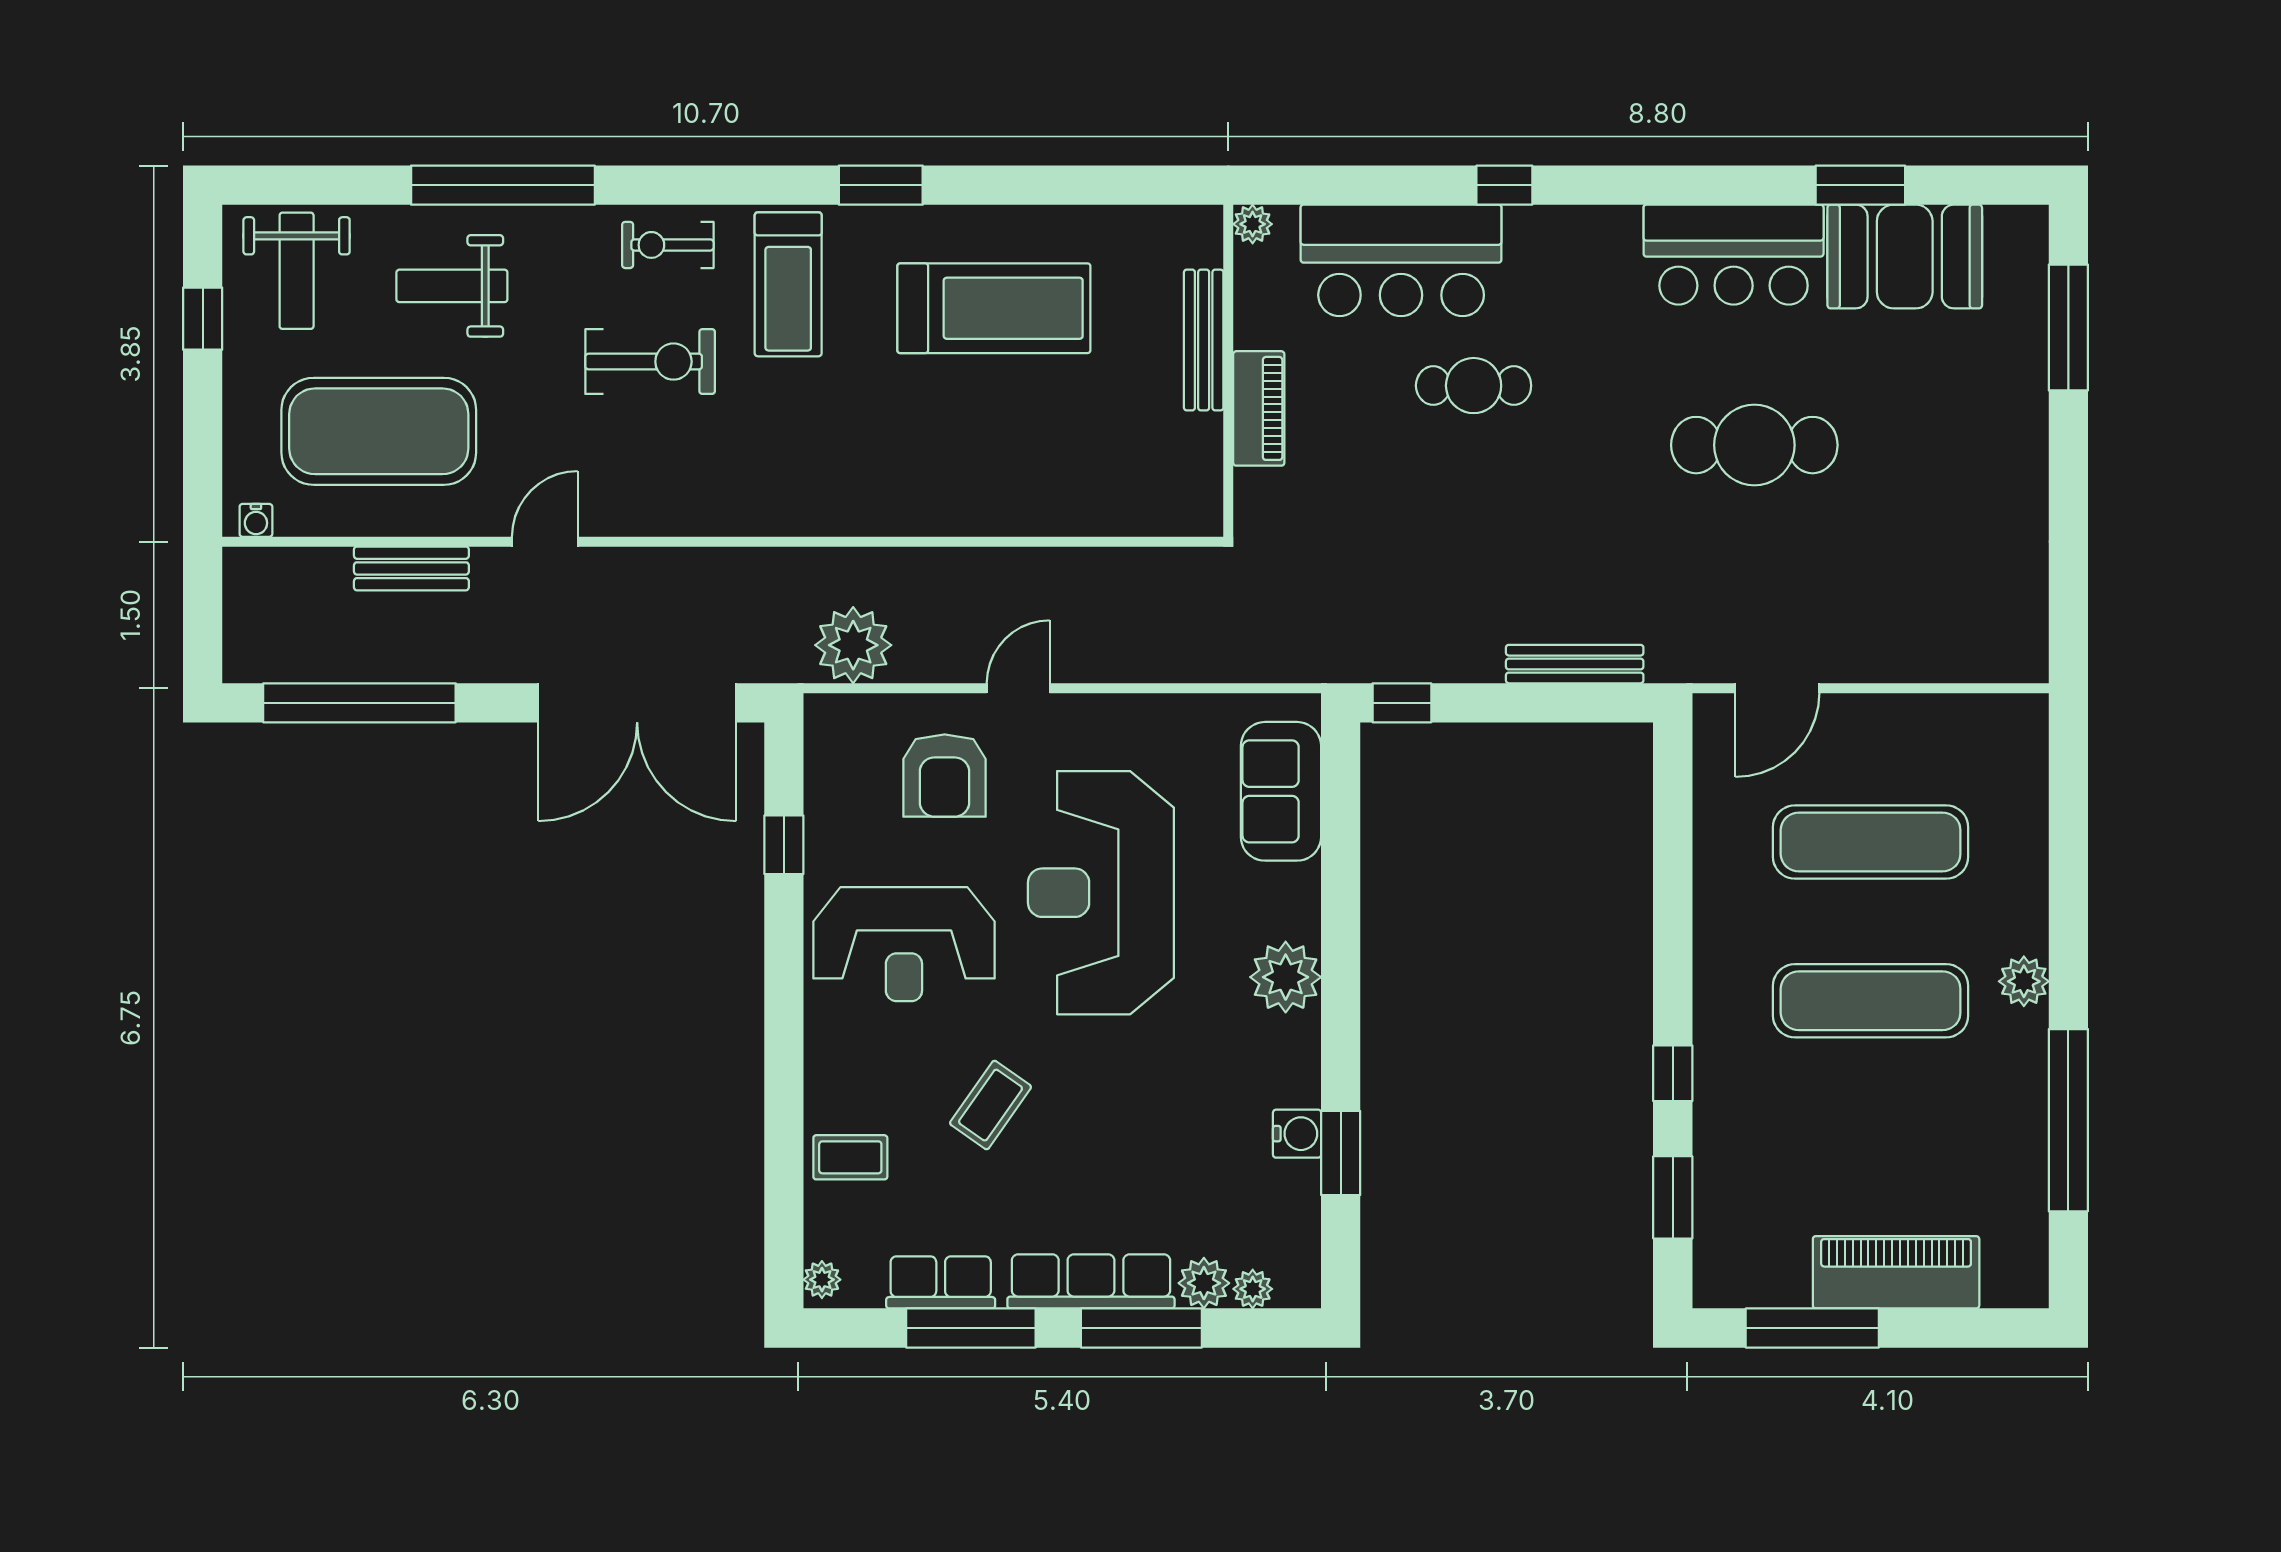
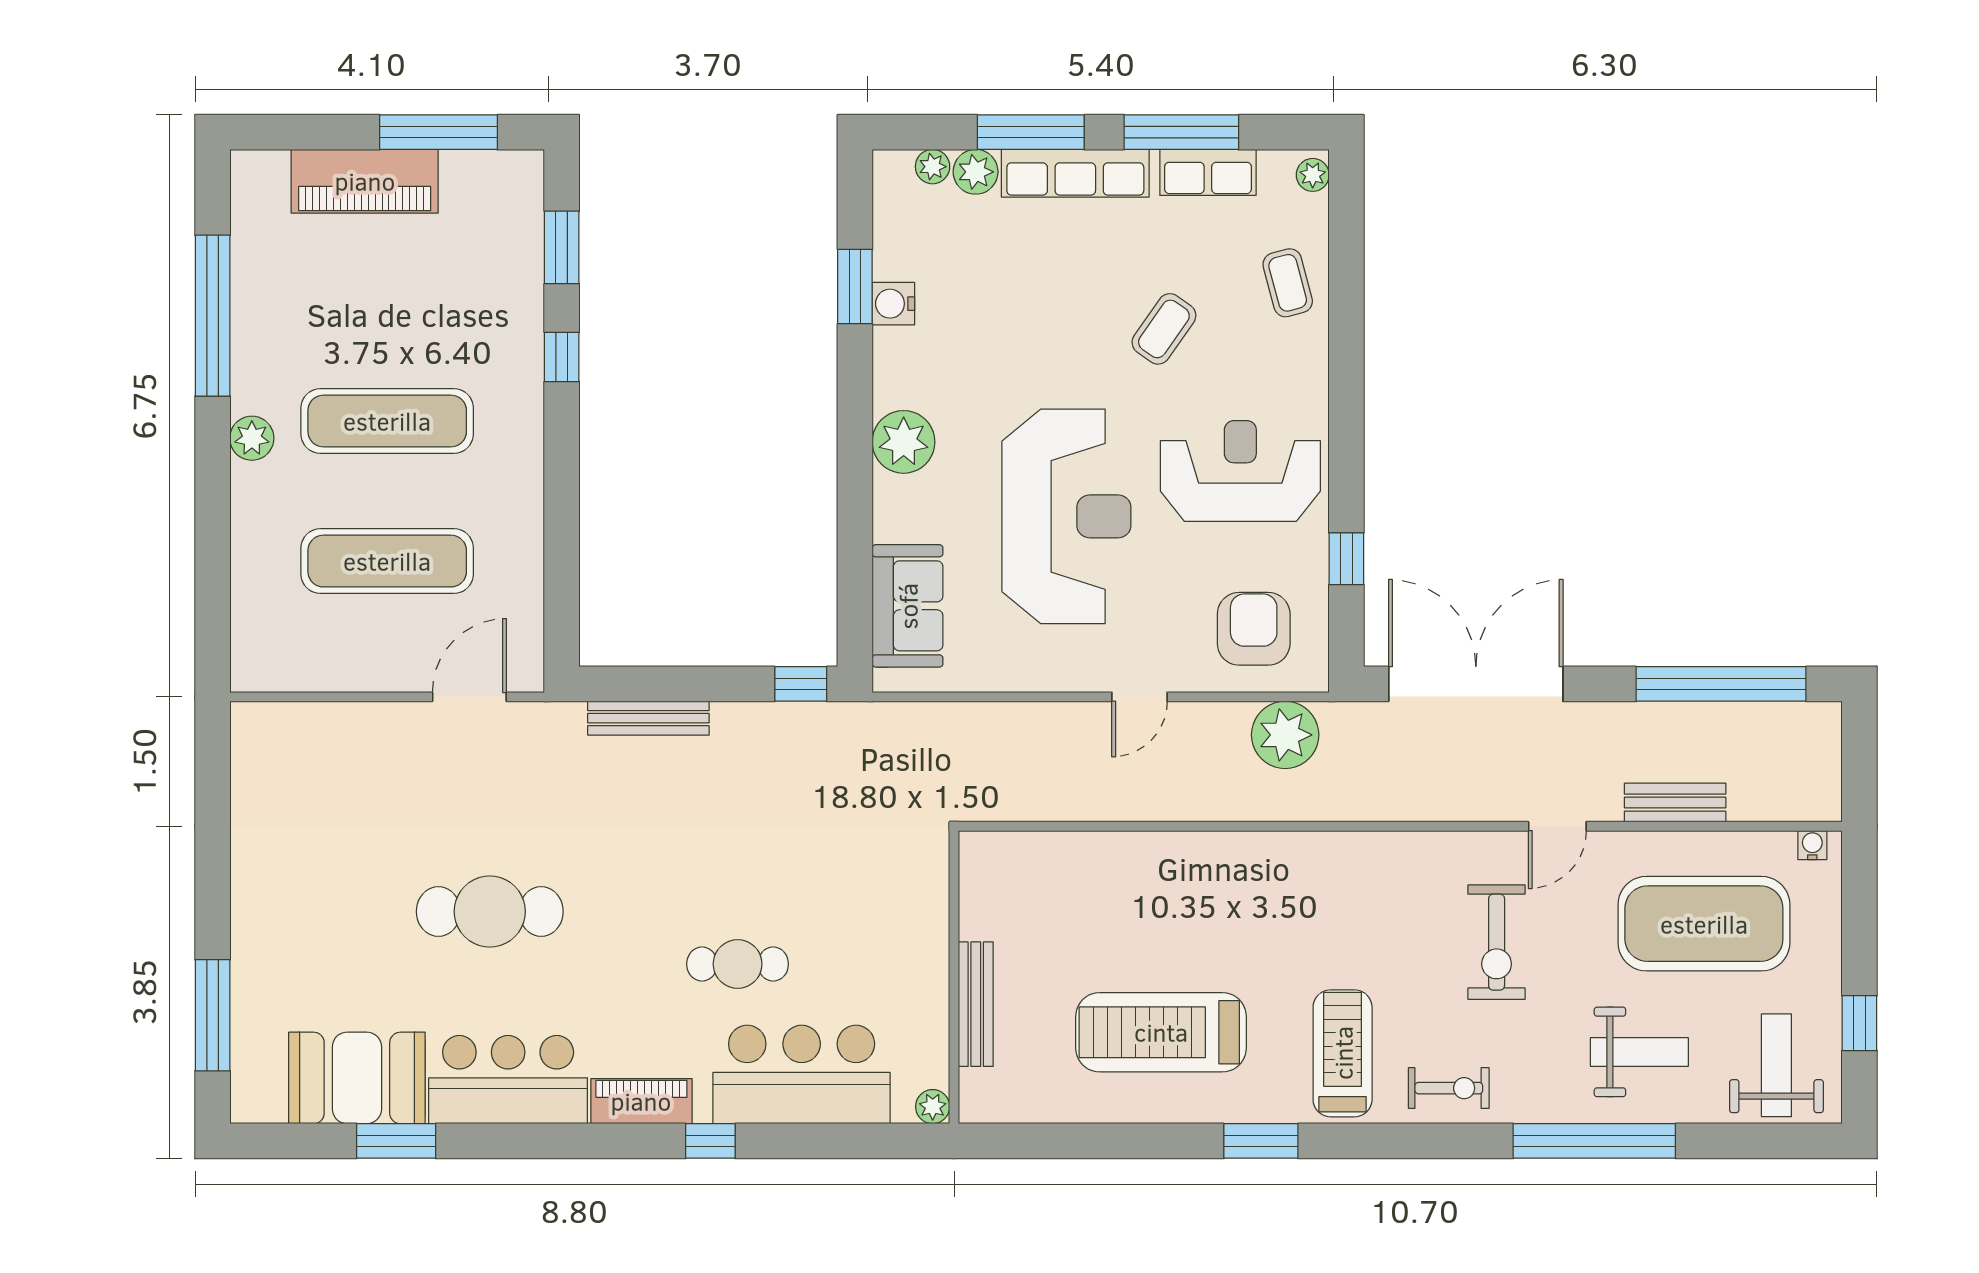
exercise bike: (650, 362) -> (1497, 942), moved, turned -90
piano: (1259, 408) -> (641, 1101), moved, turned 90
armchair: (945, 775) -> (1254, 629), moved
coffee table: (850, 1157) -> (1288, 283), turned 75

